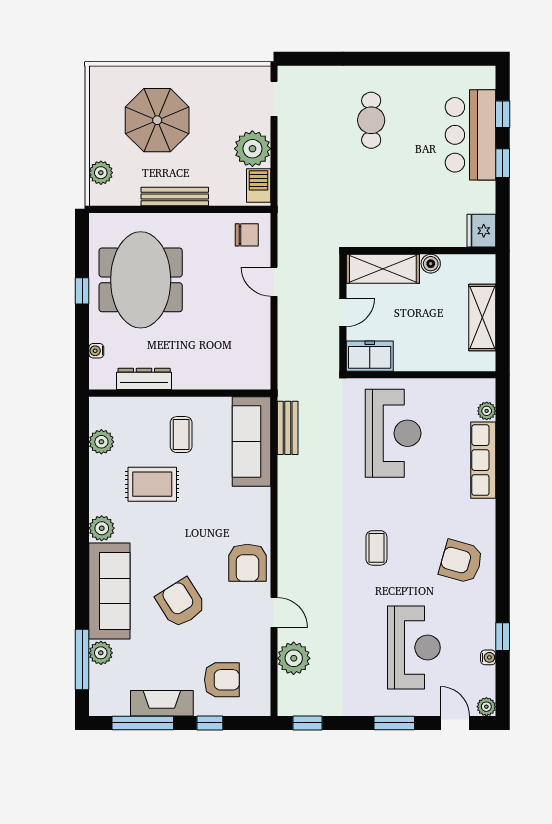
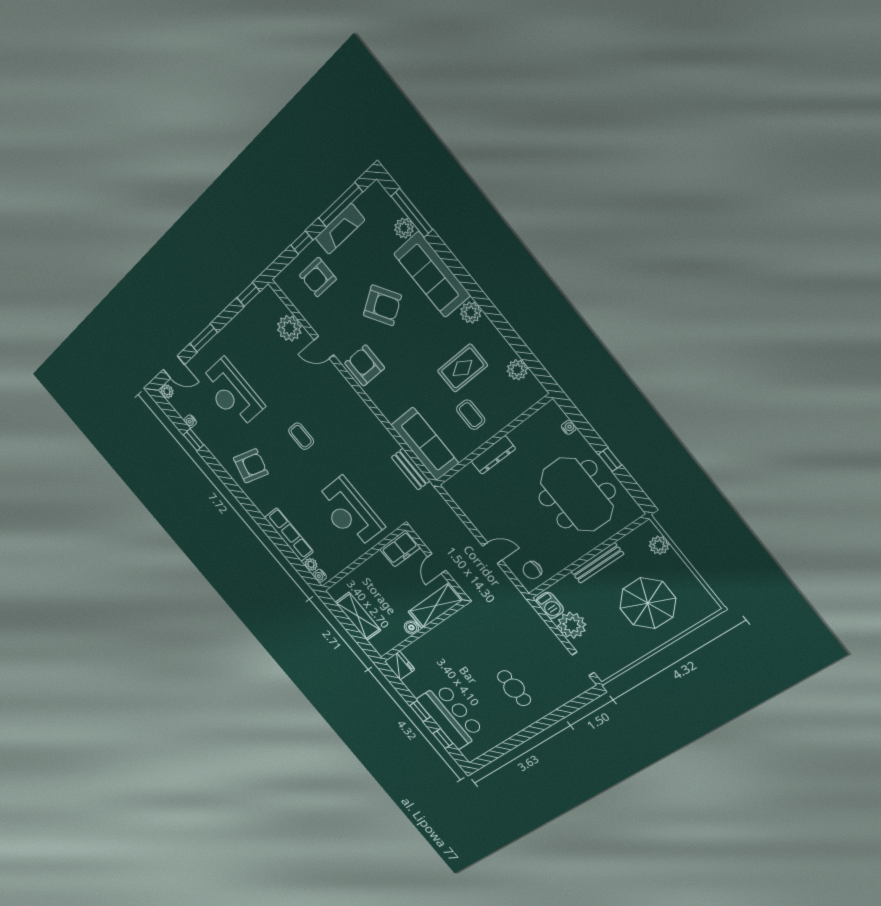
dresser: (144, 379) -> (493, 455), moved
water cooler: (488, 392) -> (320, 576), added

